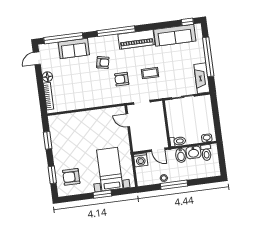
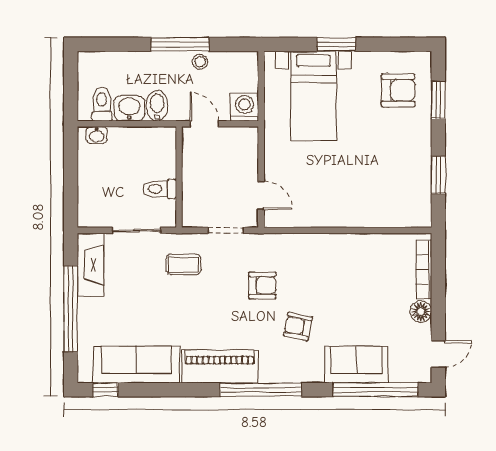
coffee table: (150, 73) -> (183, 264), moved
toilet: (178, 141) -> (160, 189), moved

